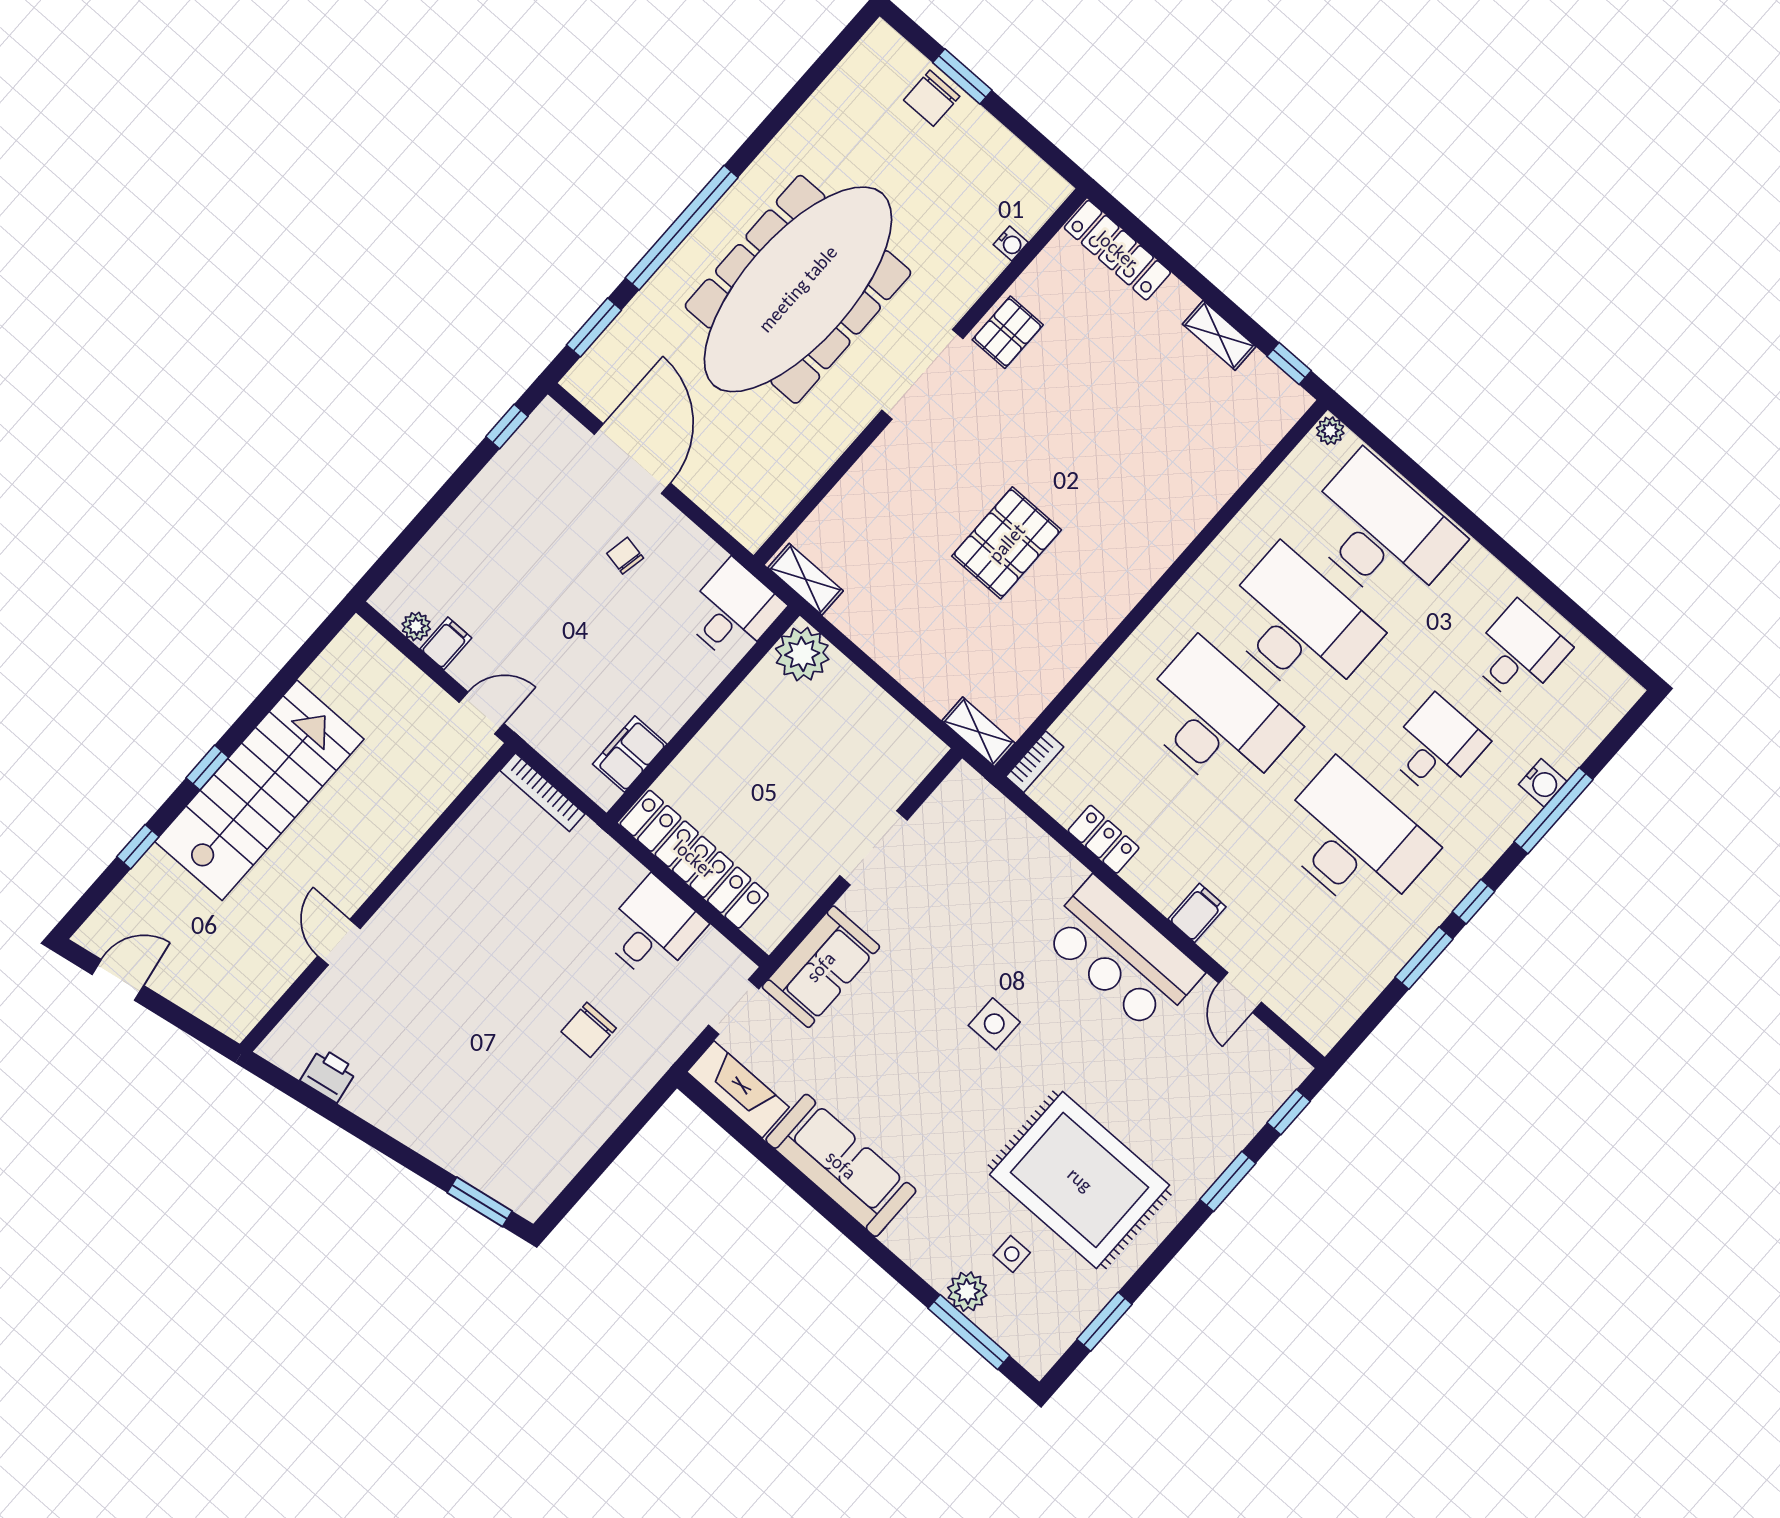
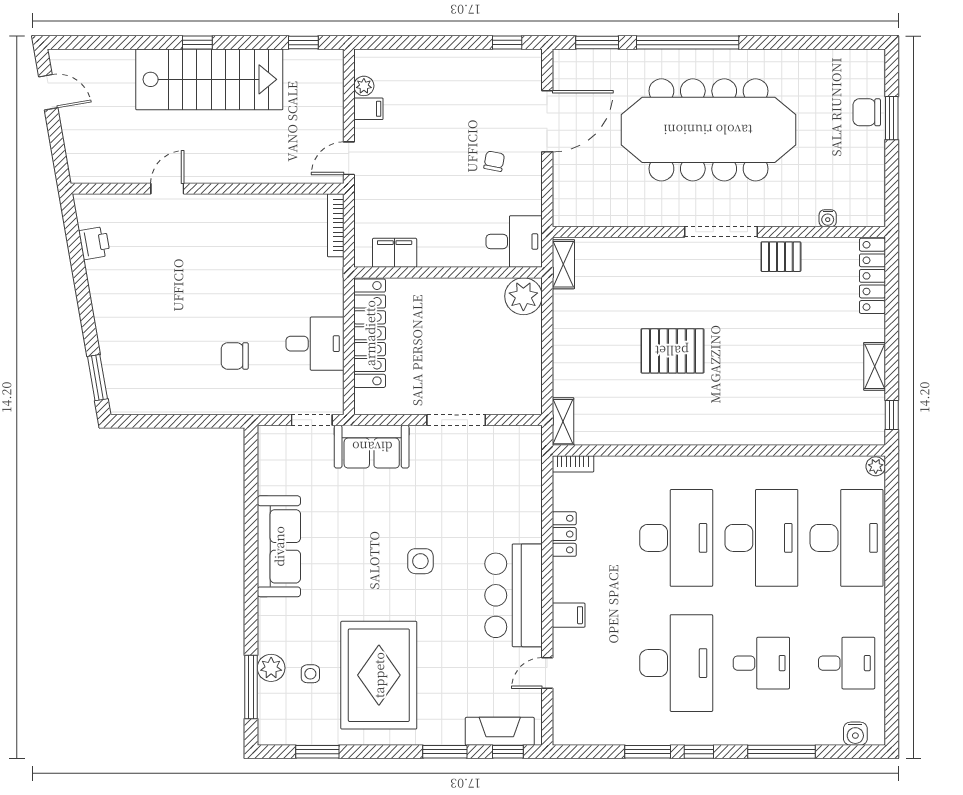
door: (481, 713) -> (349, 158), swing flipped
water cooler: (1543, 783) -> (855, 734), moved
window: (138, 847) -> (303, 42), moved
fireplace: (738, 1089) -> (500, 731), moved, turned -90

